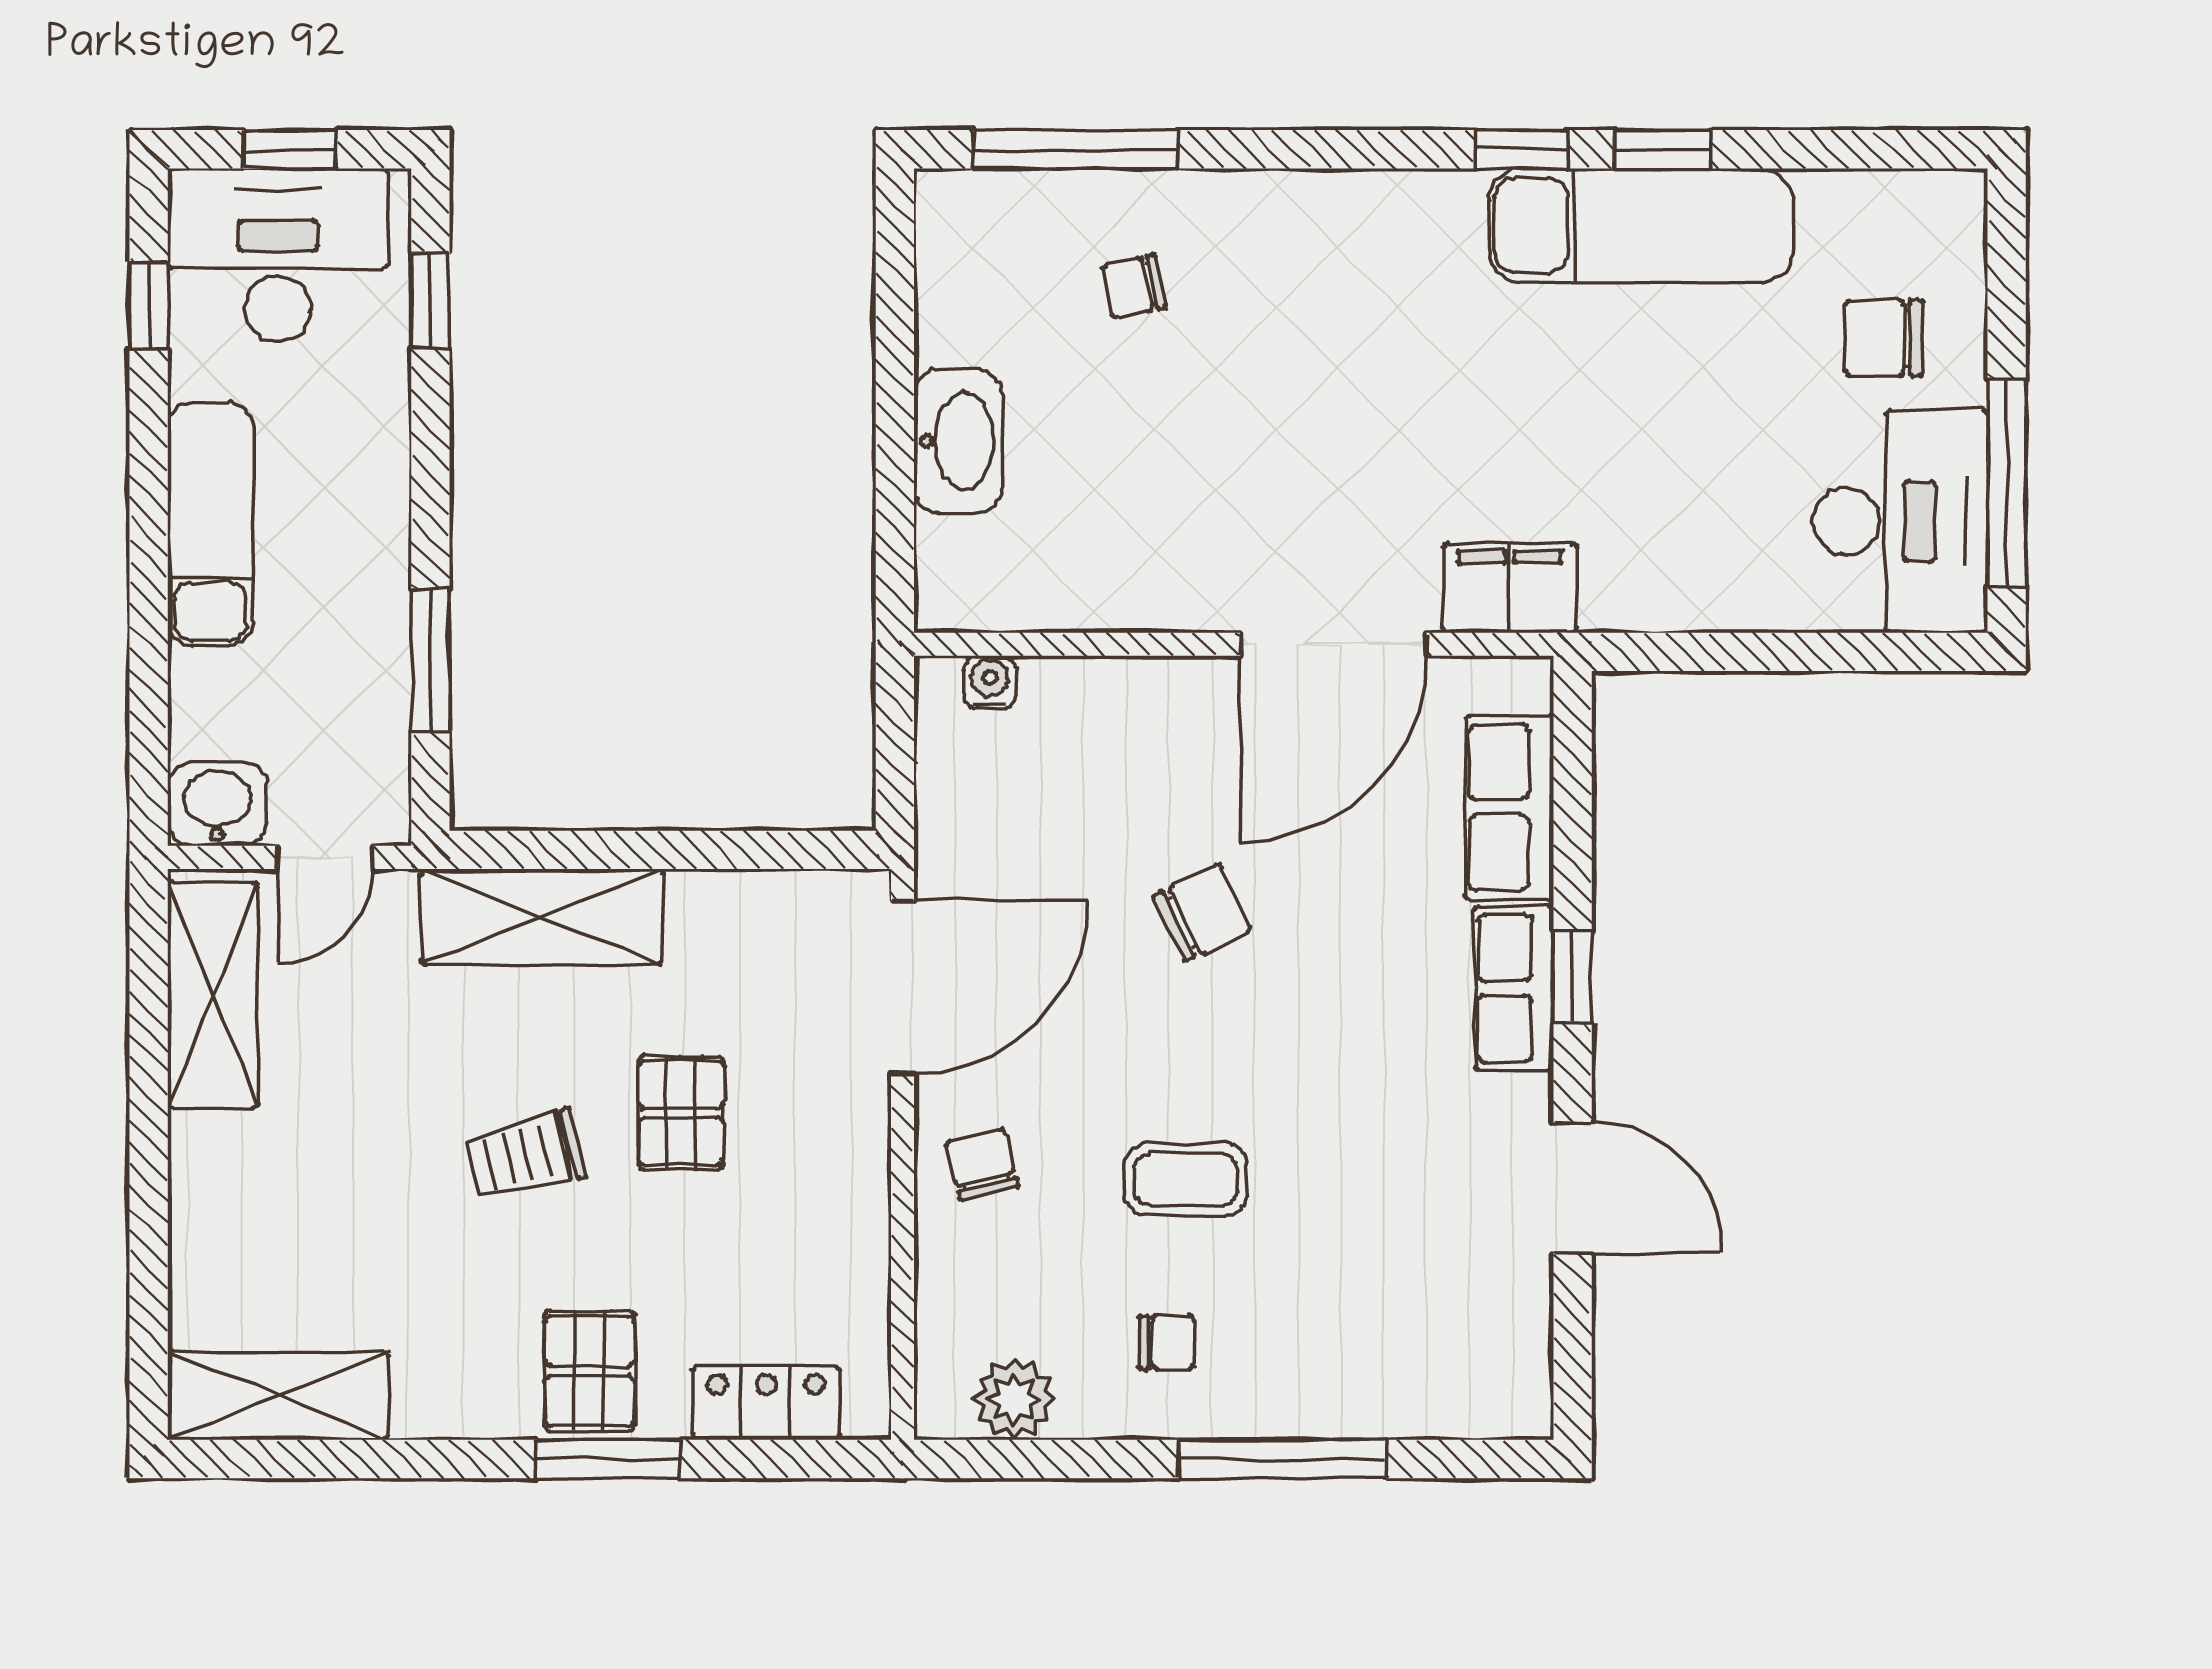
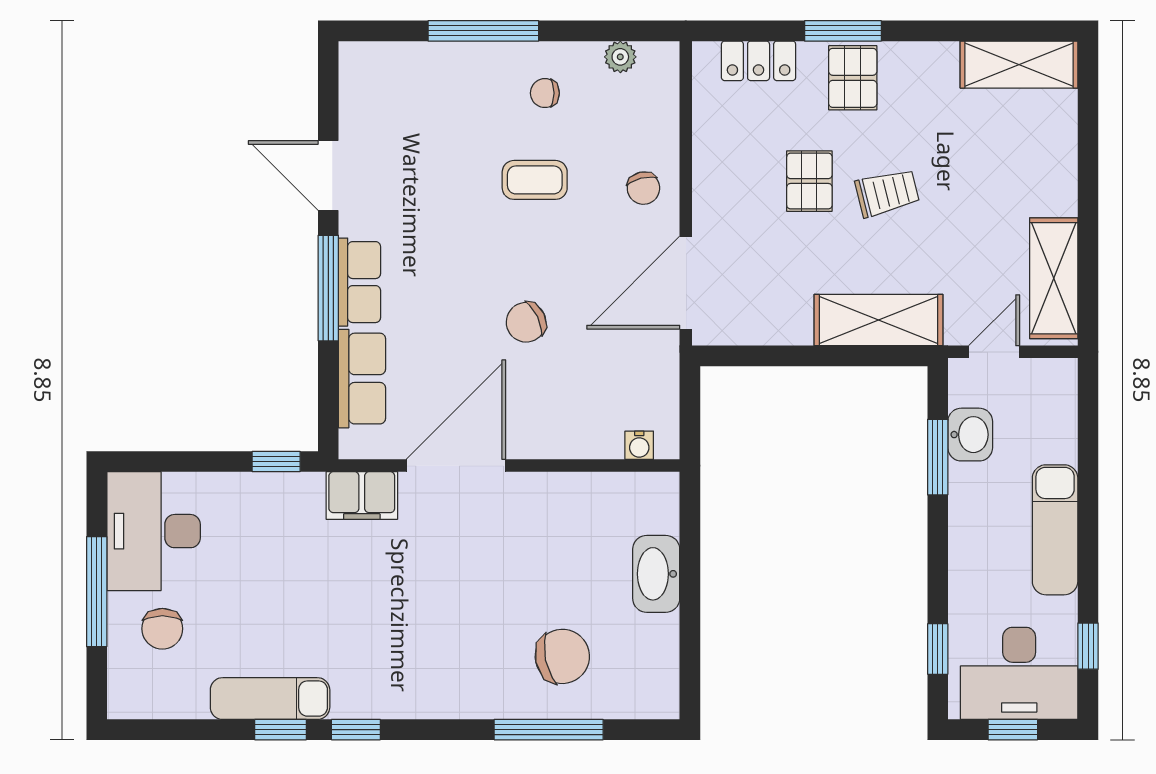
window: (1076, 149) -> (549, 730), moved
exam couch: (1641, 225) -> (270, 699), width x0.73, depth x0.69
chair: (1134, 287) -> (562, 656), width x1.87, depth x1.87
chair: (1884, 338) -> (162, 629), turned 90
window: (2007, 483) -> (97, 592), moved
window: (1670, 652) -> (276, 462), added
washbasin: (217, 804) -> (970, 435), moved, turned -90
window: (1573, 977) -> (328, 288), width x2.17
pallet: (681, 1113) -> (809, 181), moved
plant: (1014, 1399) -> (620, 57), width x0.73, depth x0.73

